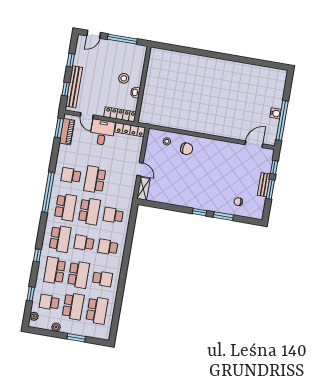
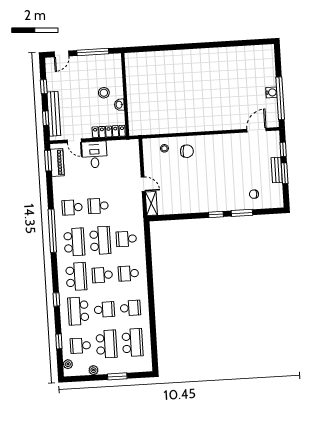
locker: (130, 130) -> (123, 145), removed
school desk: (95, 179) -> (98, 206), width x0.54
school desk: (79, 275) -> (104, 310), width x0.54

